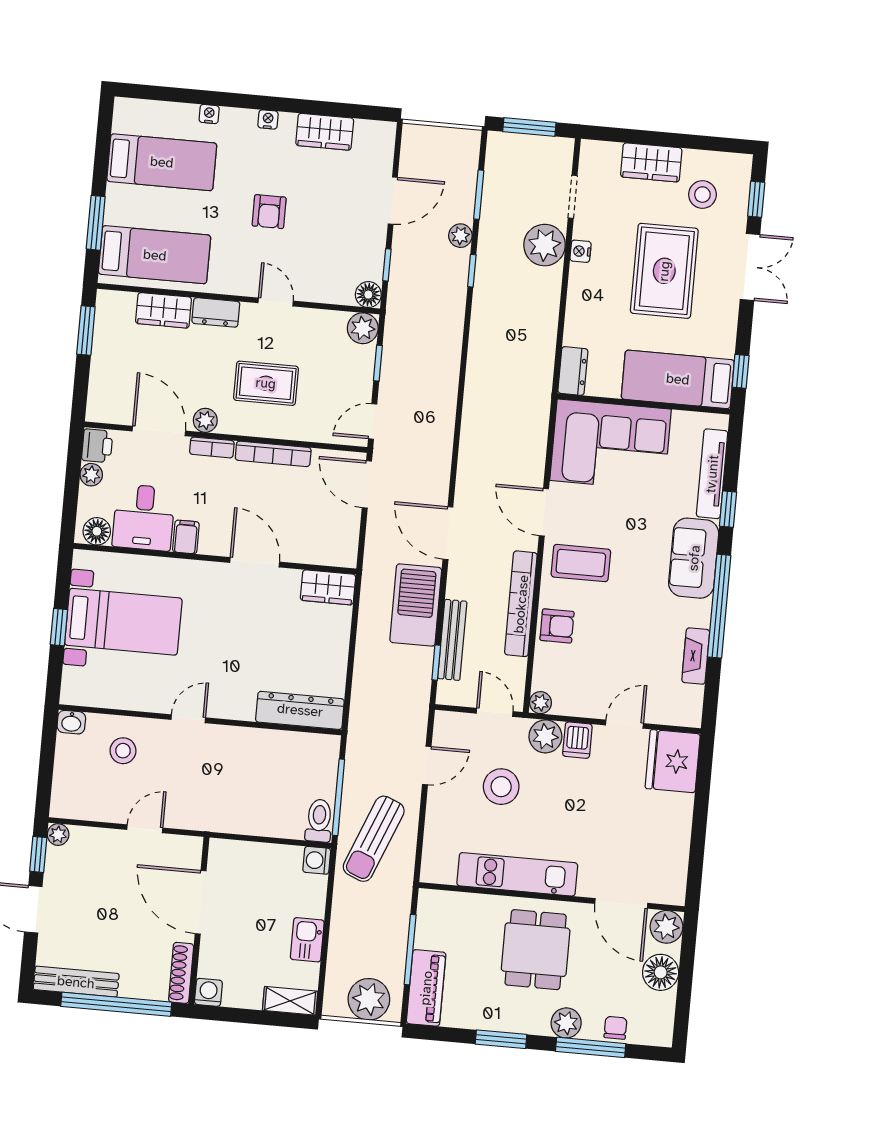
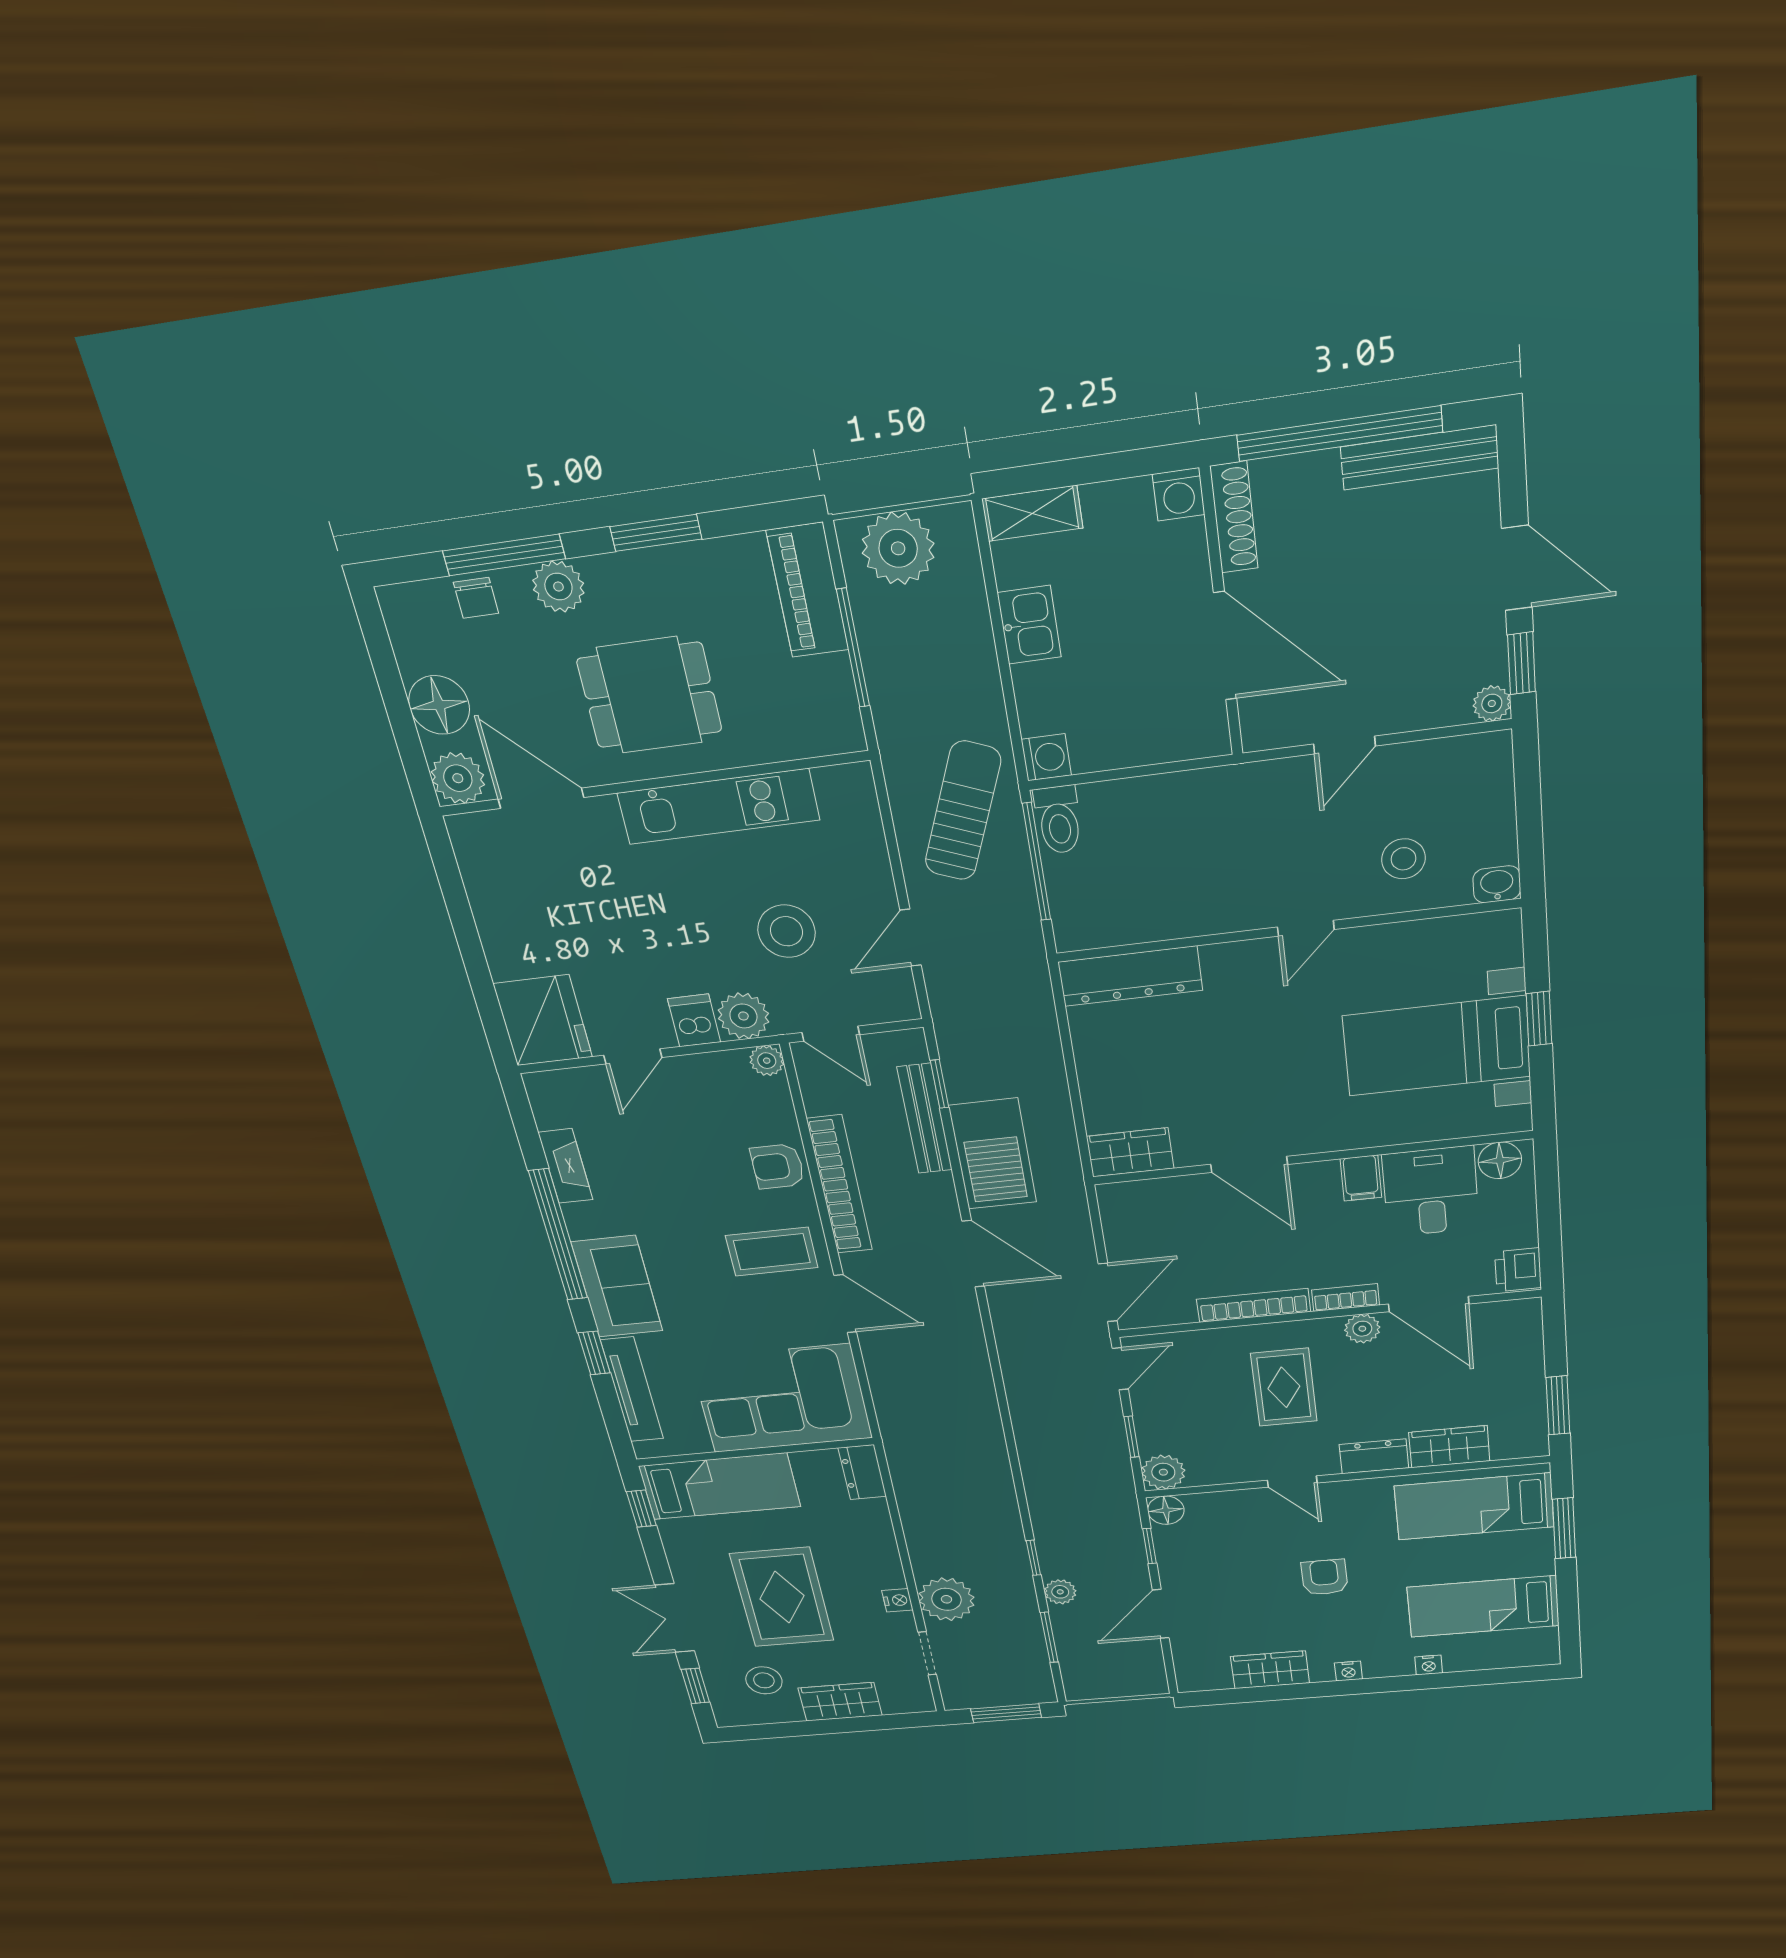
rug: (266, 383) -> (1284, 1387), turned 90
plant: (91, 475) -> (1521, 1232), removed
door: (367, 484) -> (1108, 1292), hinge flipped
dining table: (536, 950) -> (649, 695), turned 90

